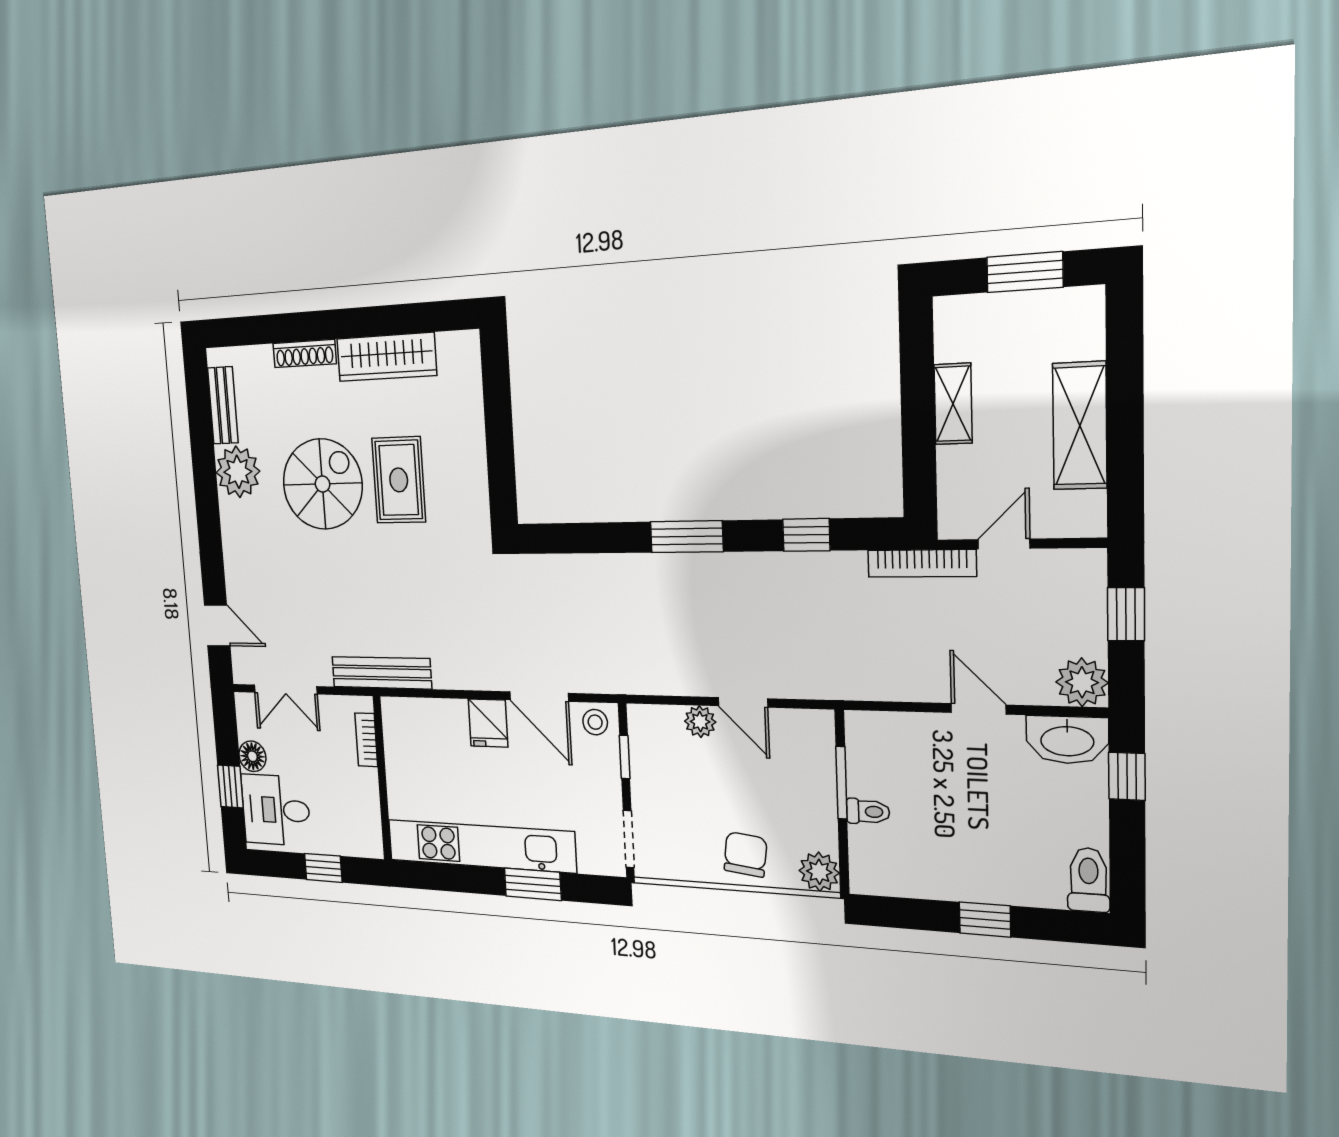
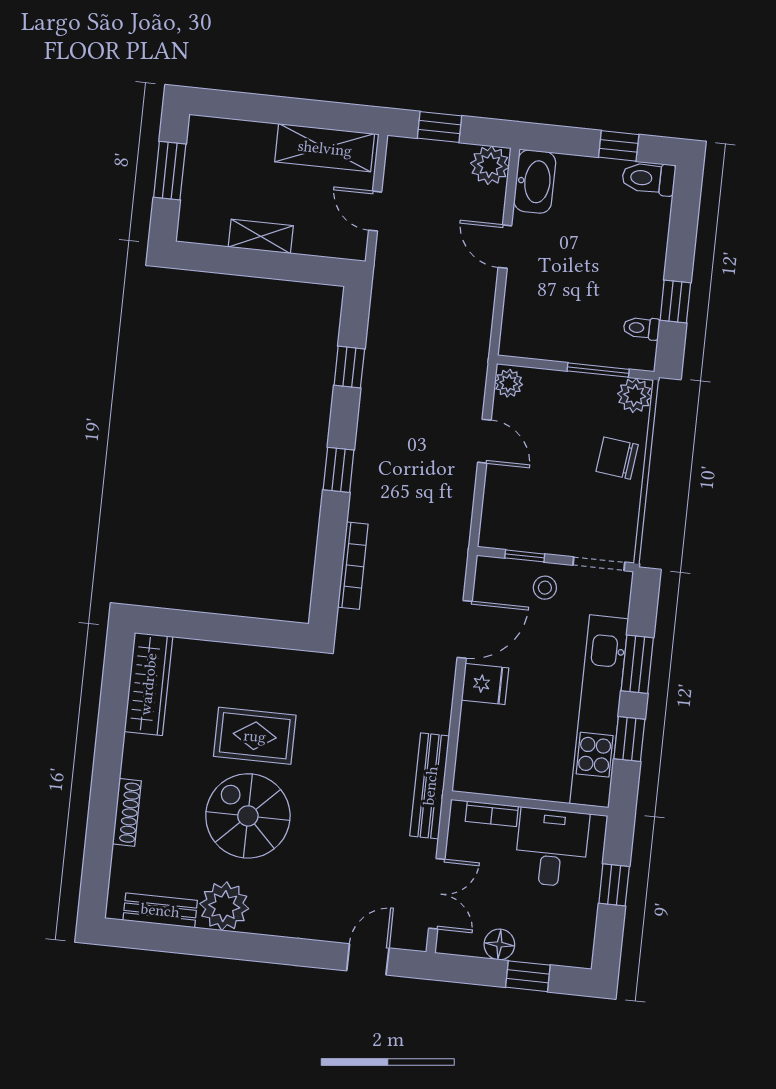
wardrobe: (386, 357) -> (148, 684), moved
shelving: (1080, 426) -> (325, 148), moved
window: (687, 537) -> (339, 470), width x0.67
bookcase: (922, 563) -> (353, 566), moved
door: (743, 702) -> (484, 441), hinge flipped
door: (979, 709) -> (505, 247), hinge flipped
stool: (595, 722) -> (545, 588), moved
plant: (700, 722) -> (509, 383), moved
window: (1127, 776) -> (619, 146), moved
window: (841, 783) -> (598, 370), moved
desk: (276, 810) -> (552, 848), moved, turned 180
toilet: (868, 812) -> (641, 328), moved, turned -90
window: (459, 878) -> (629, 739), added
window: (985, 920) -> (675, 302), moved

